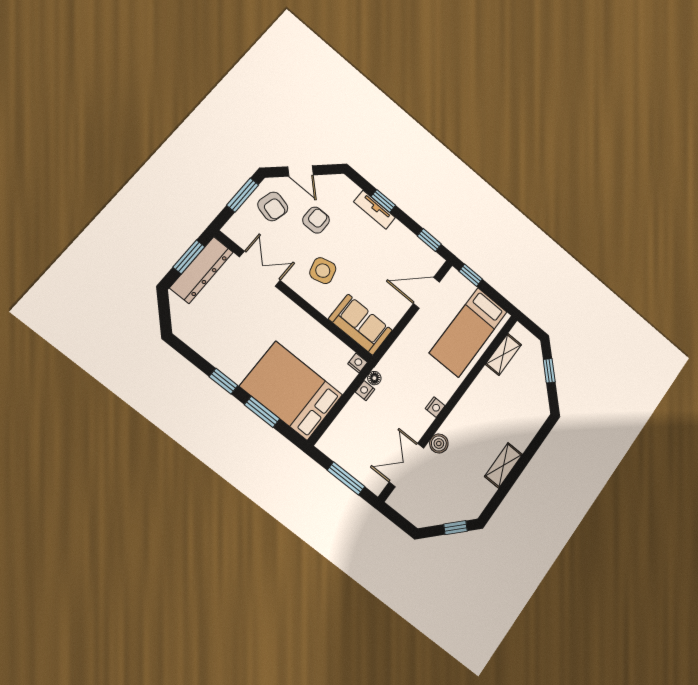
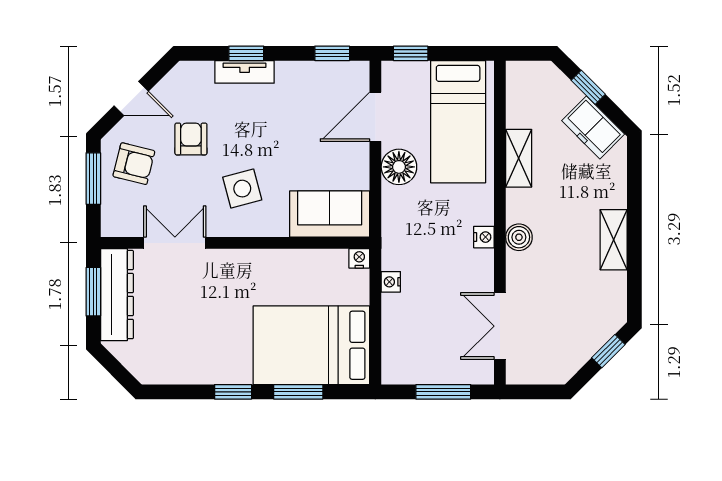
shelving: (503, 354) -> (519, 158), moved
floor lamp: (374, 378) -> (399, 167), moved, width x1.89, depth x1.89
freezer: (536, 394) -> (593, 127), added
boiler: (439, 444) -> (519, 237), moved

